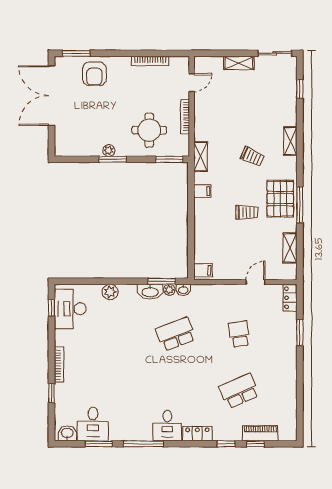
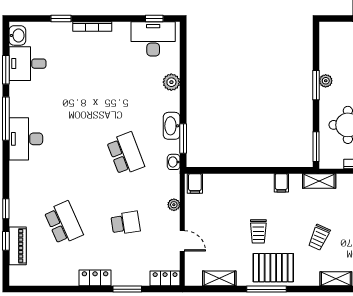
plant: (169, 290) -> (174, 205), moved
desk: (167, 426) -> (26, 139), width x1.37
locker: (197, 434) -> (95, 278), moved, turned -90

